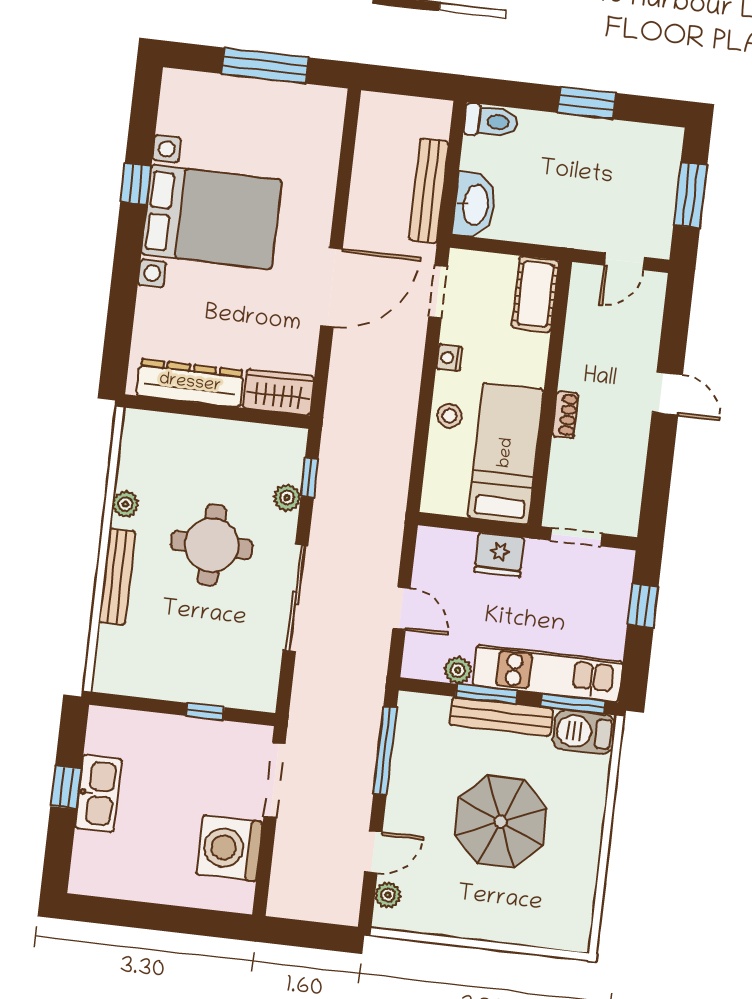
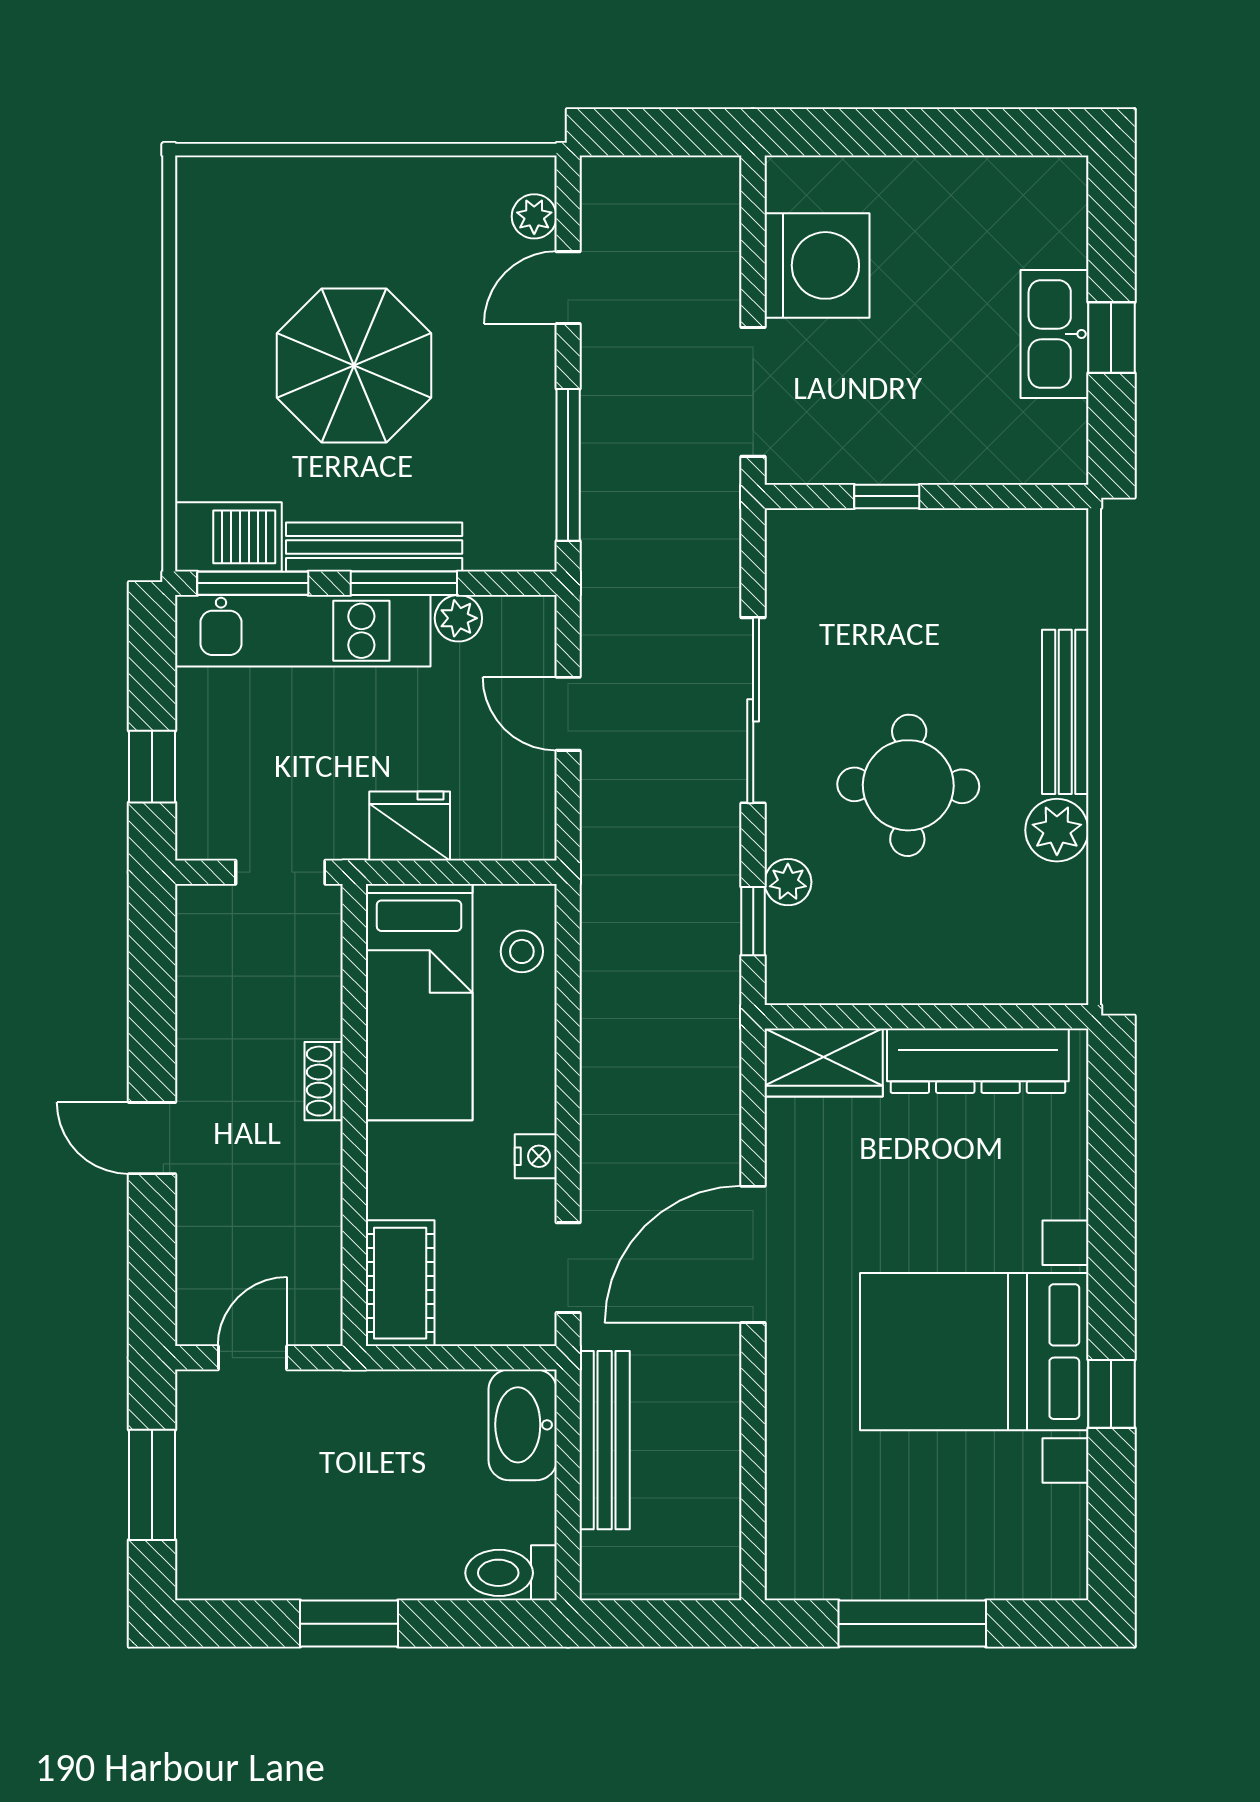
stool: (450, 416) -> (522, 951), moved
plant: (125, 504) -> (1057, 830), width x1.38, depth x1.38

